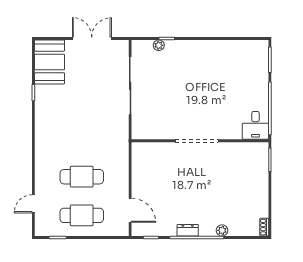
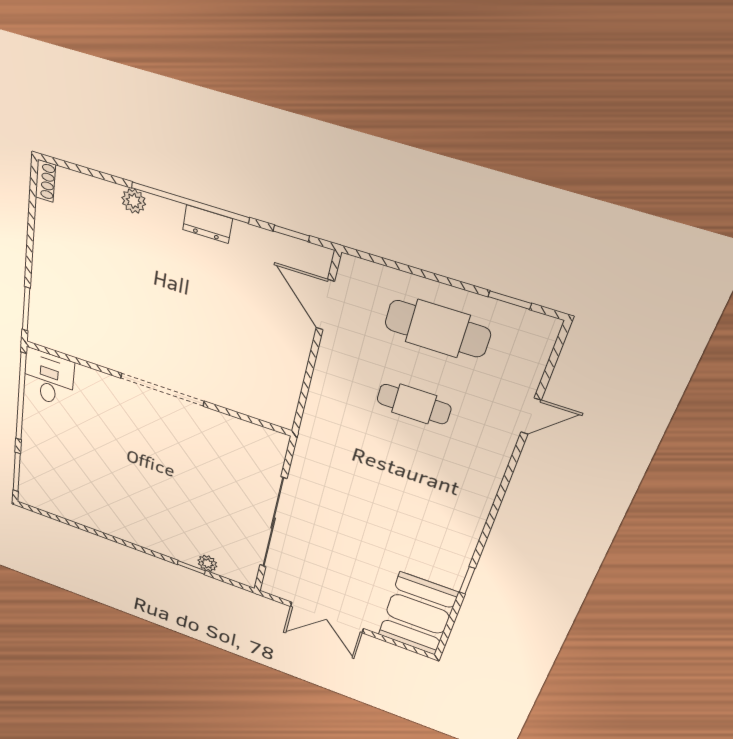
cafe table: (82, 177) -> (414, 404), width x0.73, depth x0.74
door: (33, 204) -> (531, 416), moved

